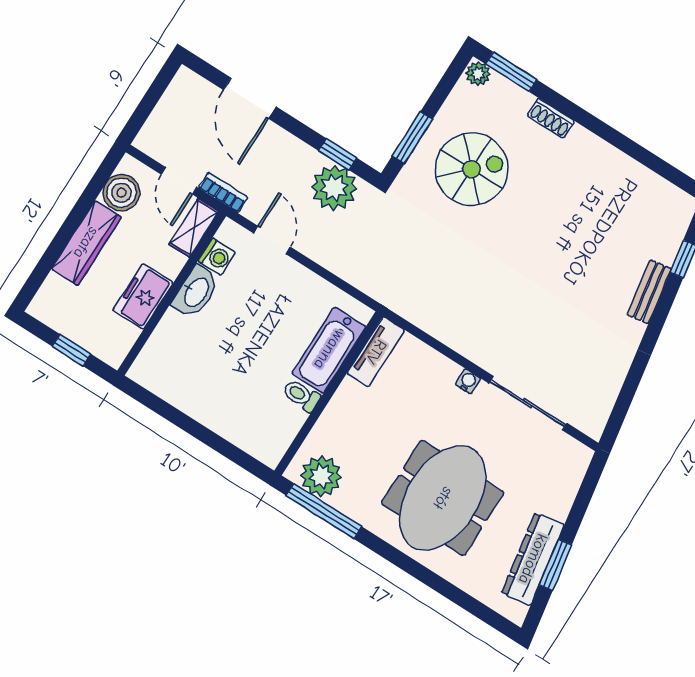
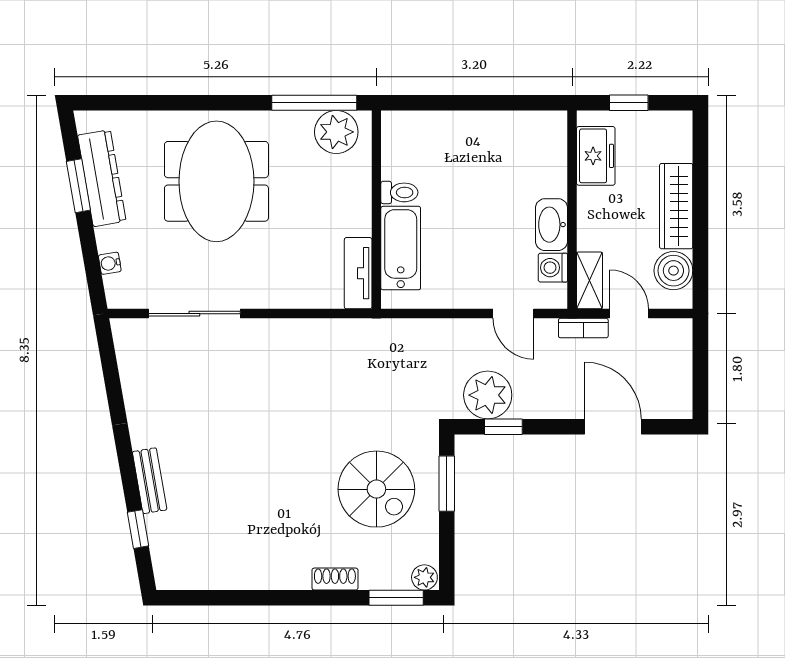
spiral stairs: (471, 169) -> (376, 489), turned -90
freezer: (143, 296) -> (596, 156), moved
water cooler: (468, 381) -> (110, 263), moved, turned 80

